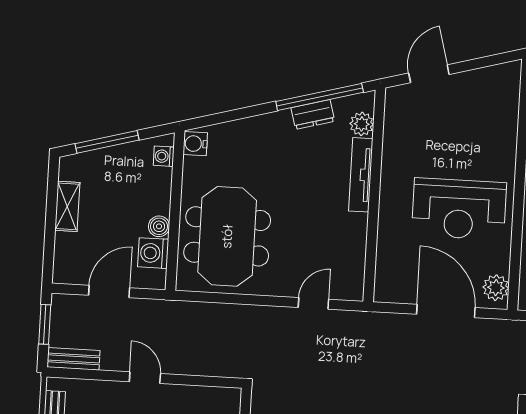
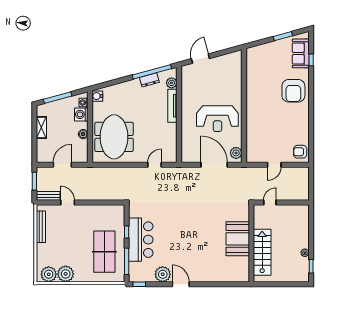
washing machine: (153, 253) -> (81, 114), moved
door: (145, 378) -> (68, 202), moved

